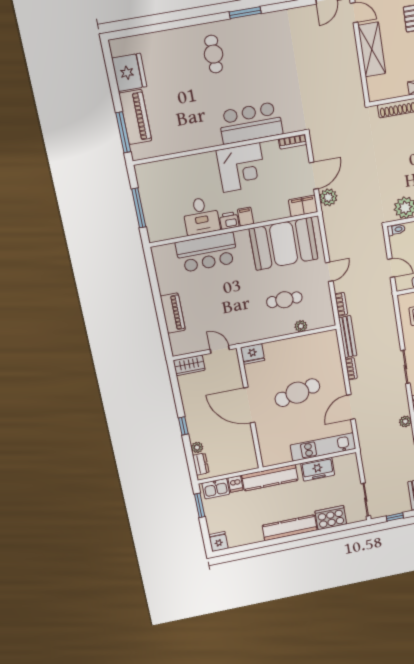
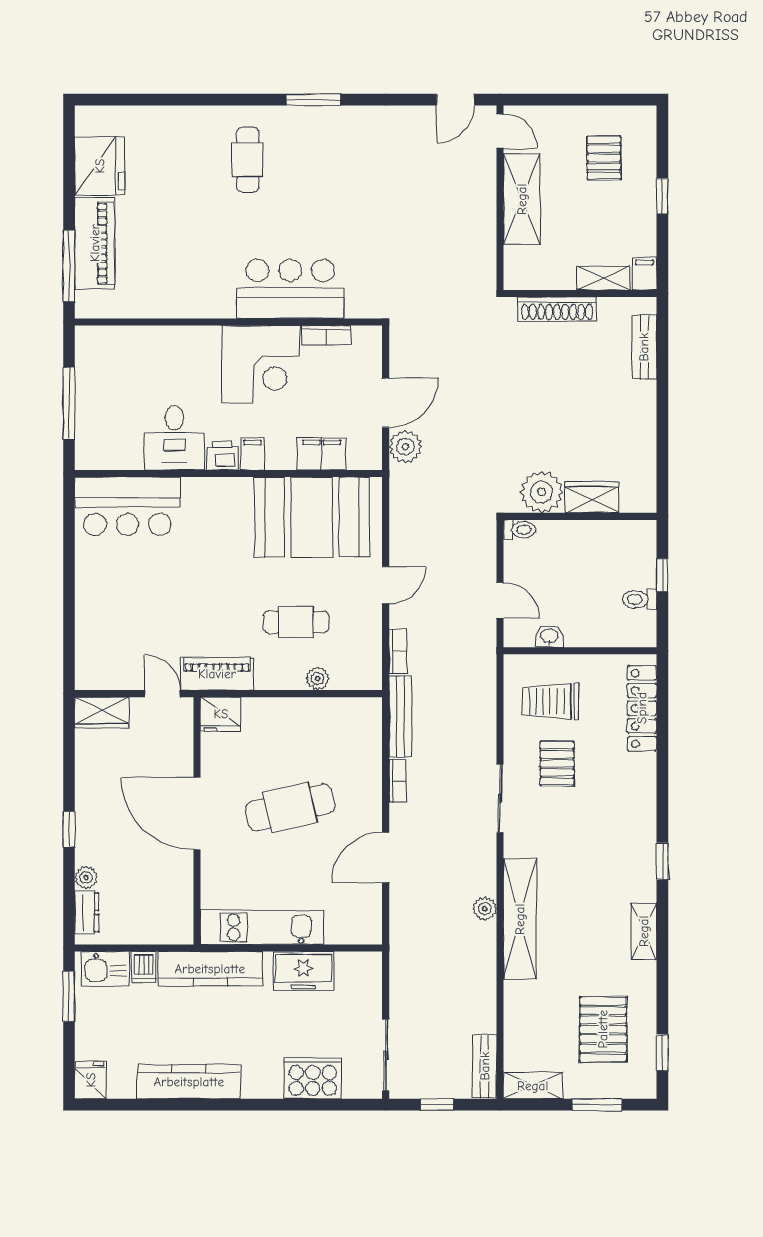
bookcase: (293, 142) -> (326, 335), moved
filing cabinet: (303, 206) -> (322, 454), moved
bar counter: (207, 252) -> (127, 506), moved
piano: (173, 313) -> (217, 674), moved, turned -90
kitchen unit: (323, 447) -> (262, 927), moved
kitchen counter: (290, 528) -> (189, 1082), moved

